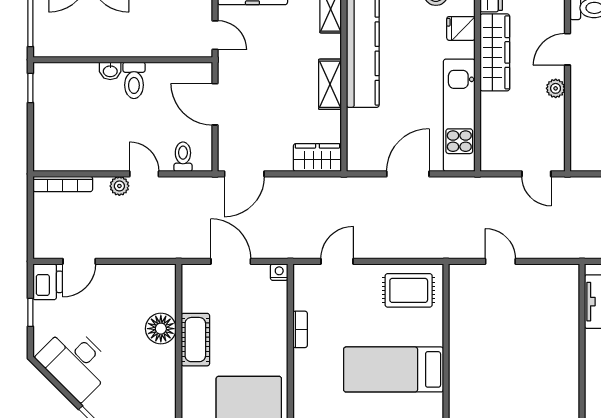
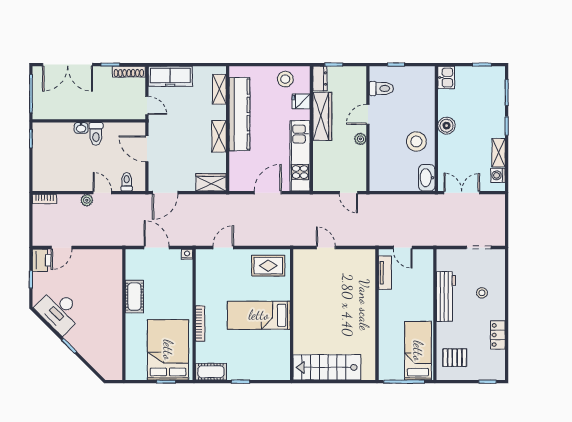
bookcase: (63, 184) -> (44, 199), width x0.64
floor lamp: (161, 329) -> (113, 290), removed
bookcase: (300, 329) -> (200, 324), moved, width x1.56

